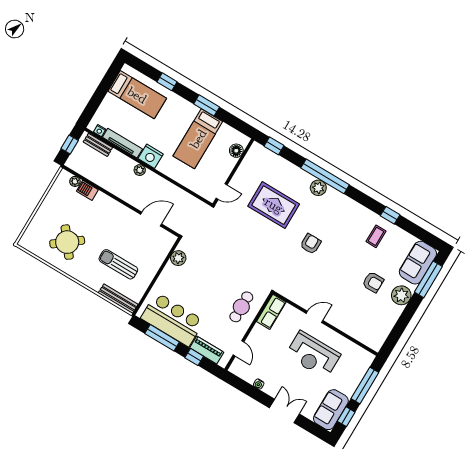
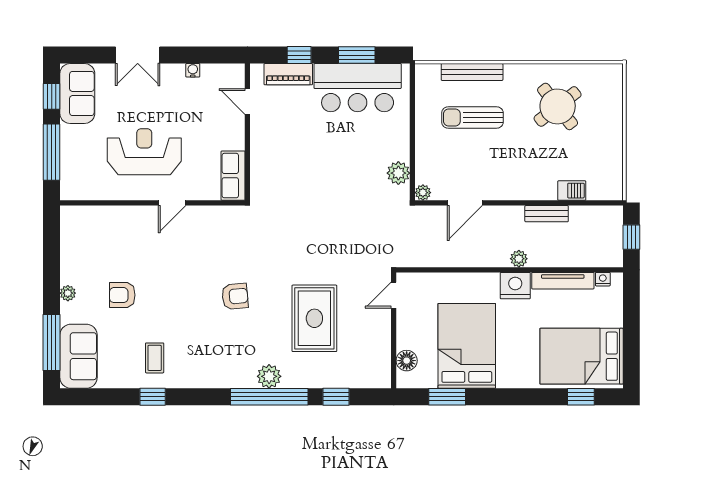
window: (167, 82) -> (581, 397), moved
bed: (137, 95) -> (582, 356), width x1.50
window: (207, 105) -> (447, 397), moved
bed: (198, 139) -> (467, 346), width x1.50
bench: (98, 145) -> (547, 214), moved
window: (274, 146) -> (336, 397), moved
plant: (75, 181) -> (423, 193), moved
rug: (274, 205) -> (314, 318), turned 90
armchair: (311, 244) -> (235, 296), turned -95
sun lounger: (118, 264) -> (472, 118), turned 180
plant: (401, 295) -> (68, 293), width x0.53, depth x0.53
bench: (118, 299) -> (472, 72), moved
cafe table: (241, 307) -> (277, 158), removed
window: (162, 338) -> (357, 55), width x0.69

